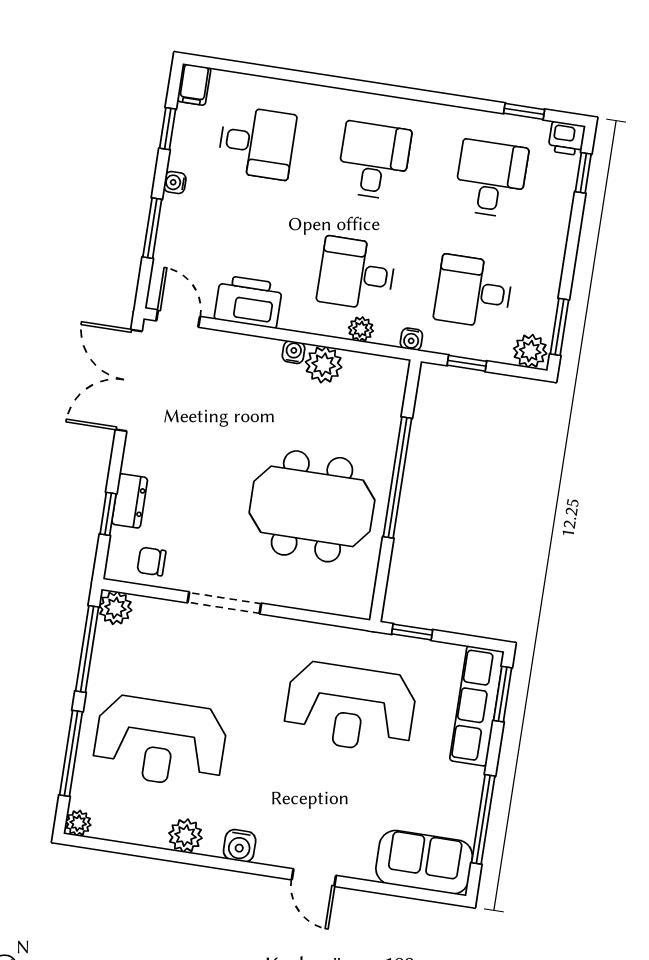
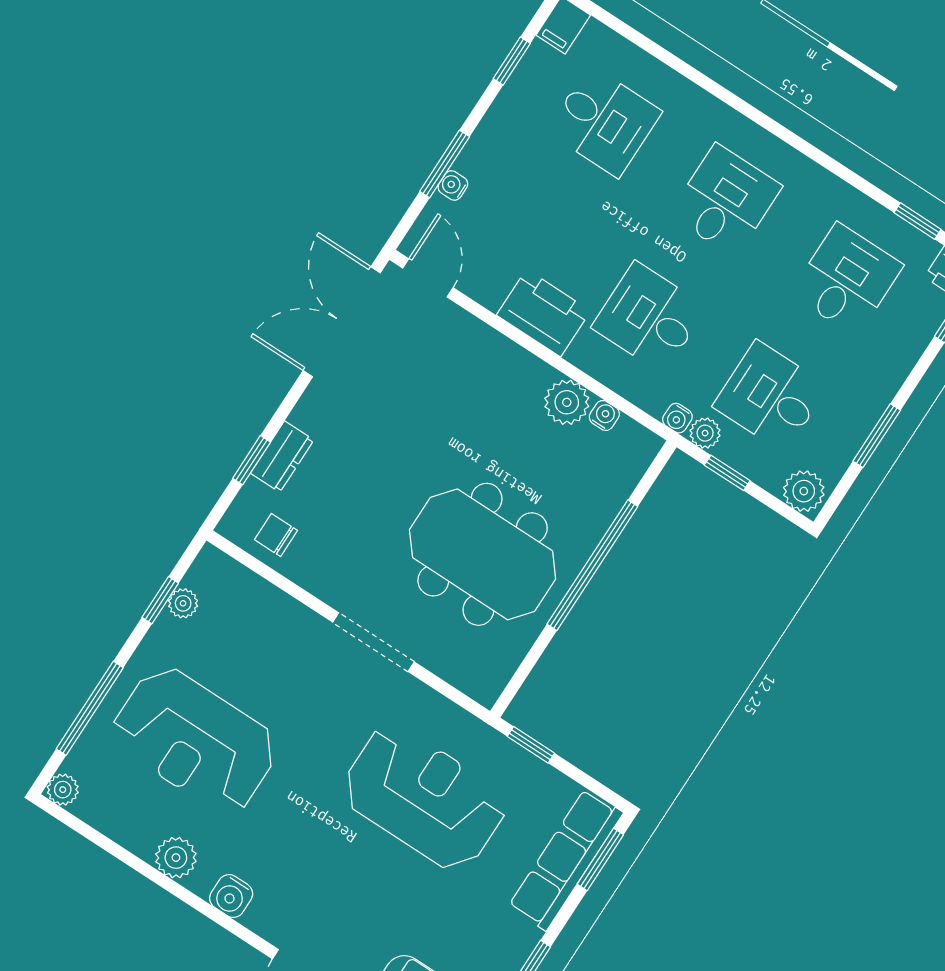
water cooler: (175, 183) -> (453, 185), moved
printer: (249, 302) -> (544, 313), moved
window: (559, 327) -> (877, 436), moved
plant: (361, 329) -> (705, 433), moved
water cooler: (294, 352) -> (604, 415), moved
doorway: (224, 603) -> (373, 642), moved
plant: (115, 608) -> (183, 603), moved, width x0.73, depth x0.73
window: (87, 649) -> (160, 600), width x0.46
reception desk: (350, 707) -> (424, 798), turned 180

